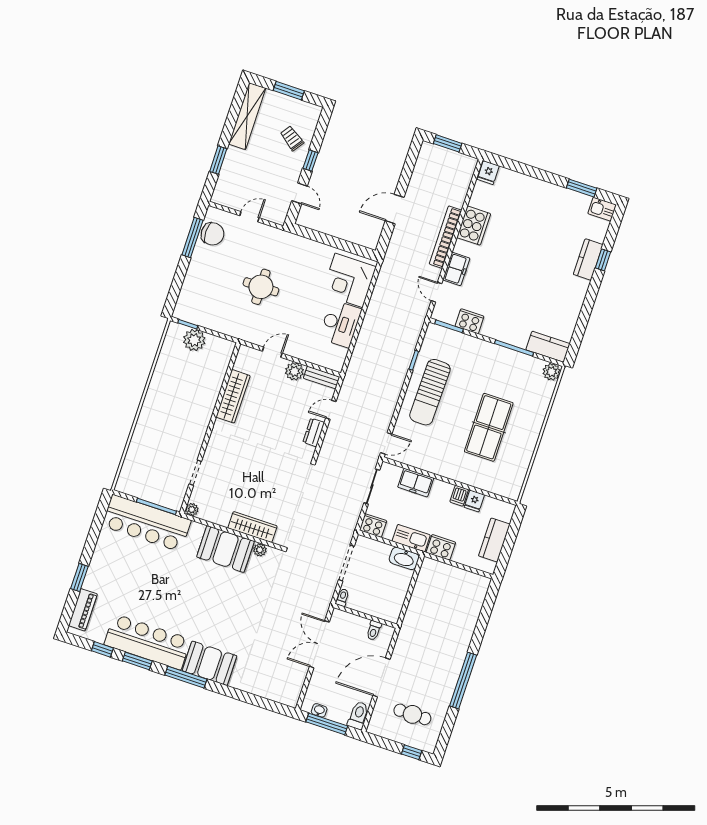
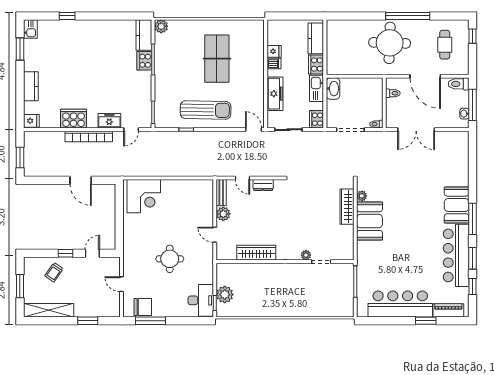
chair: (212, 234) -> (143, 307), turned 90
kitchen counter: (588, 260) -> (31, 86), moved, turned -90
cooker: (470, 321) -> (144, 61), moved
desk: (340, 324) -> (201, 300), moved, turned 90
table tennis table: (489, 427) -> (217, 59), turned 90
freezer: (416, 483) -> (275, 94), width x1.40
plant: (192, 509) -> (306, 255), moved
bar counter: (146, 523) -> (400, 304), moved, turned -90
kitchen counter: (494, 540) -> (316, 38), moved, turned 90
round table: (437, 647) -> (390, 43), added

